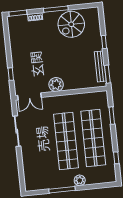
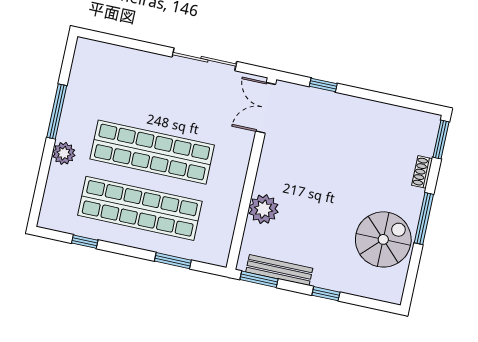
spiral stairs: (71, 24) -> (383, 239), turned 90
plant: (56, 85) -> (264, 209), moved

